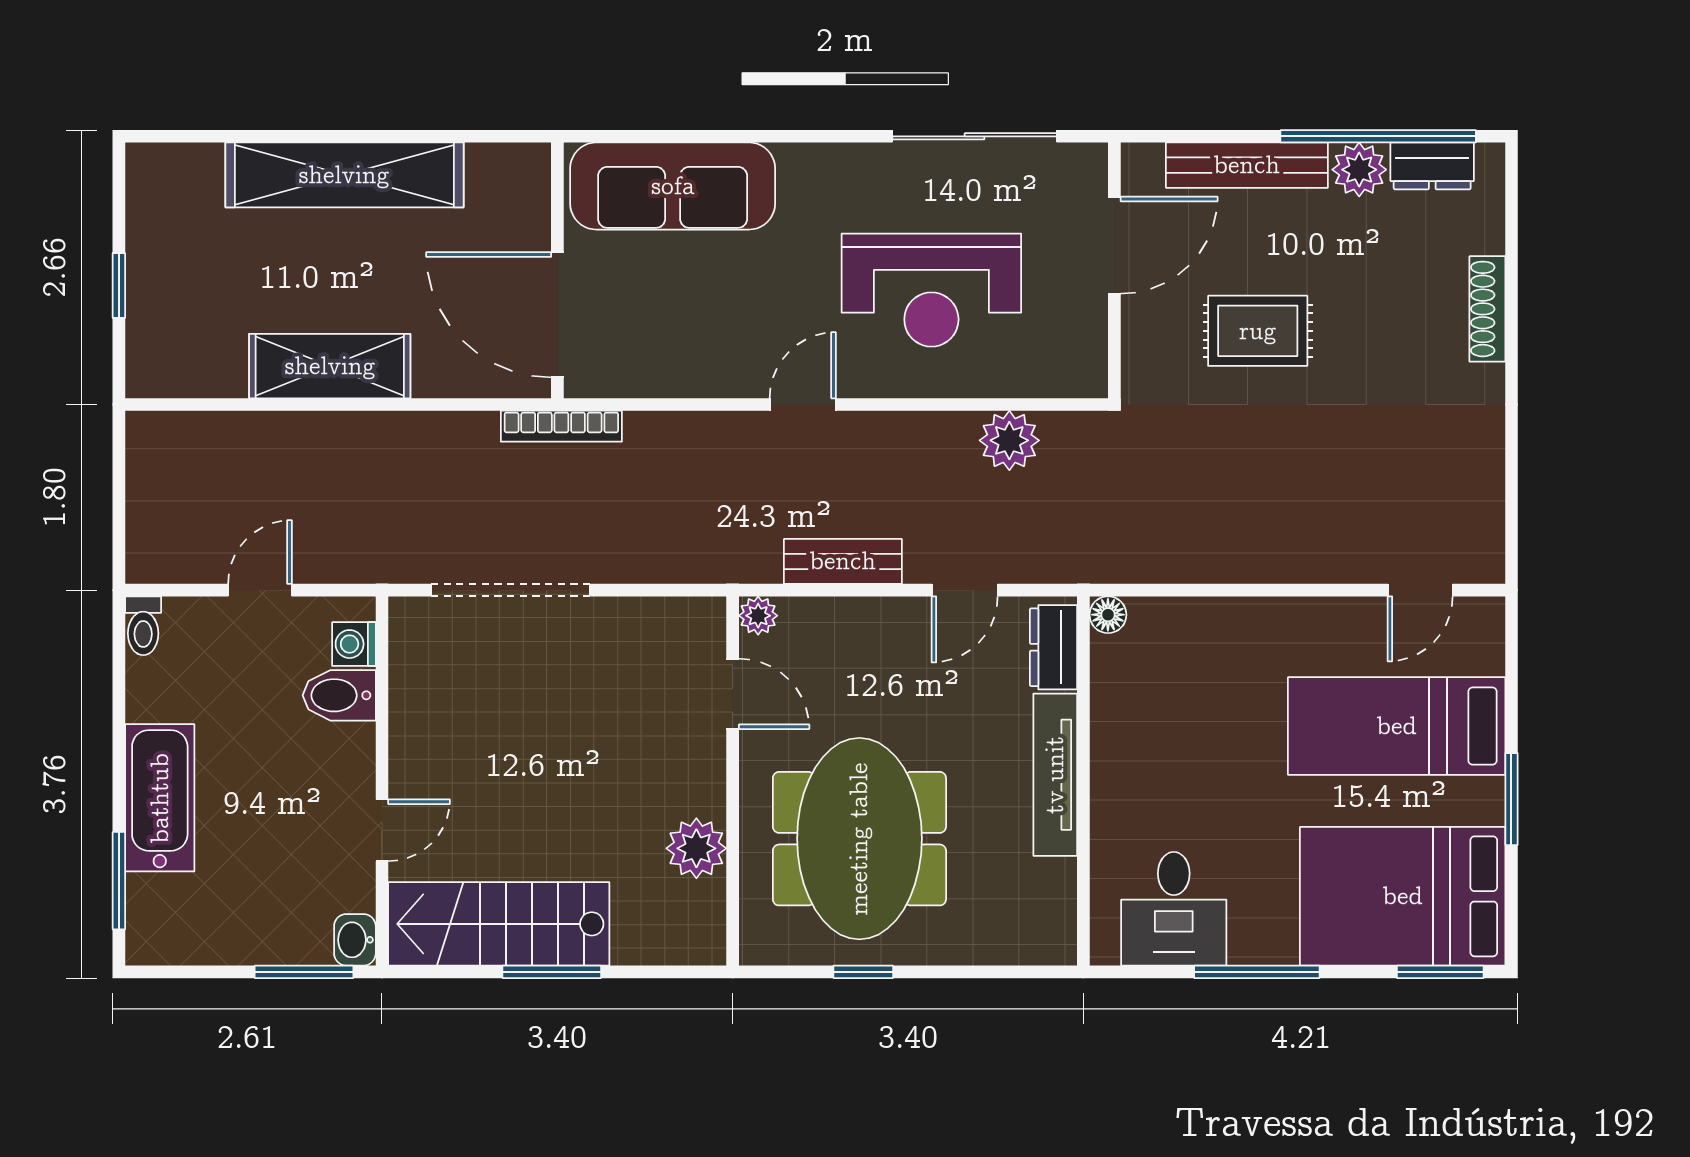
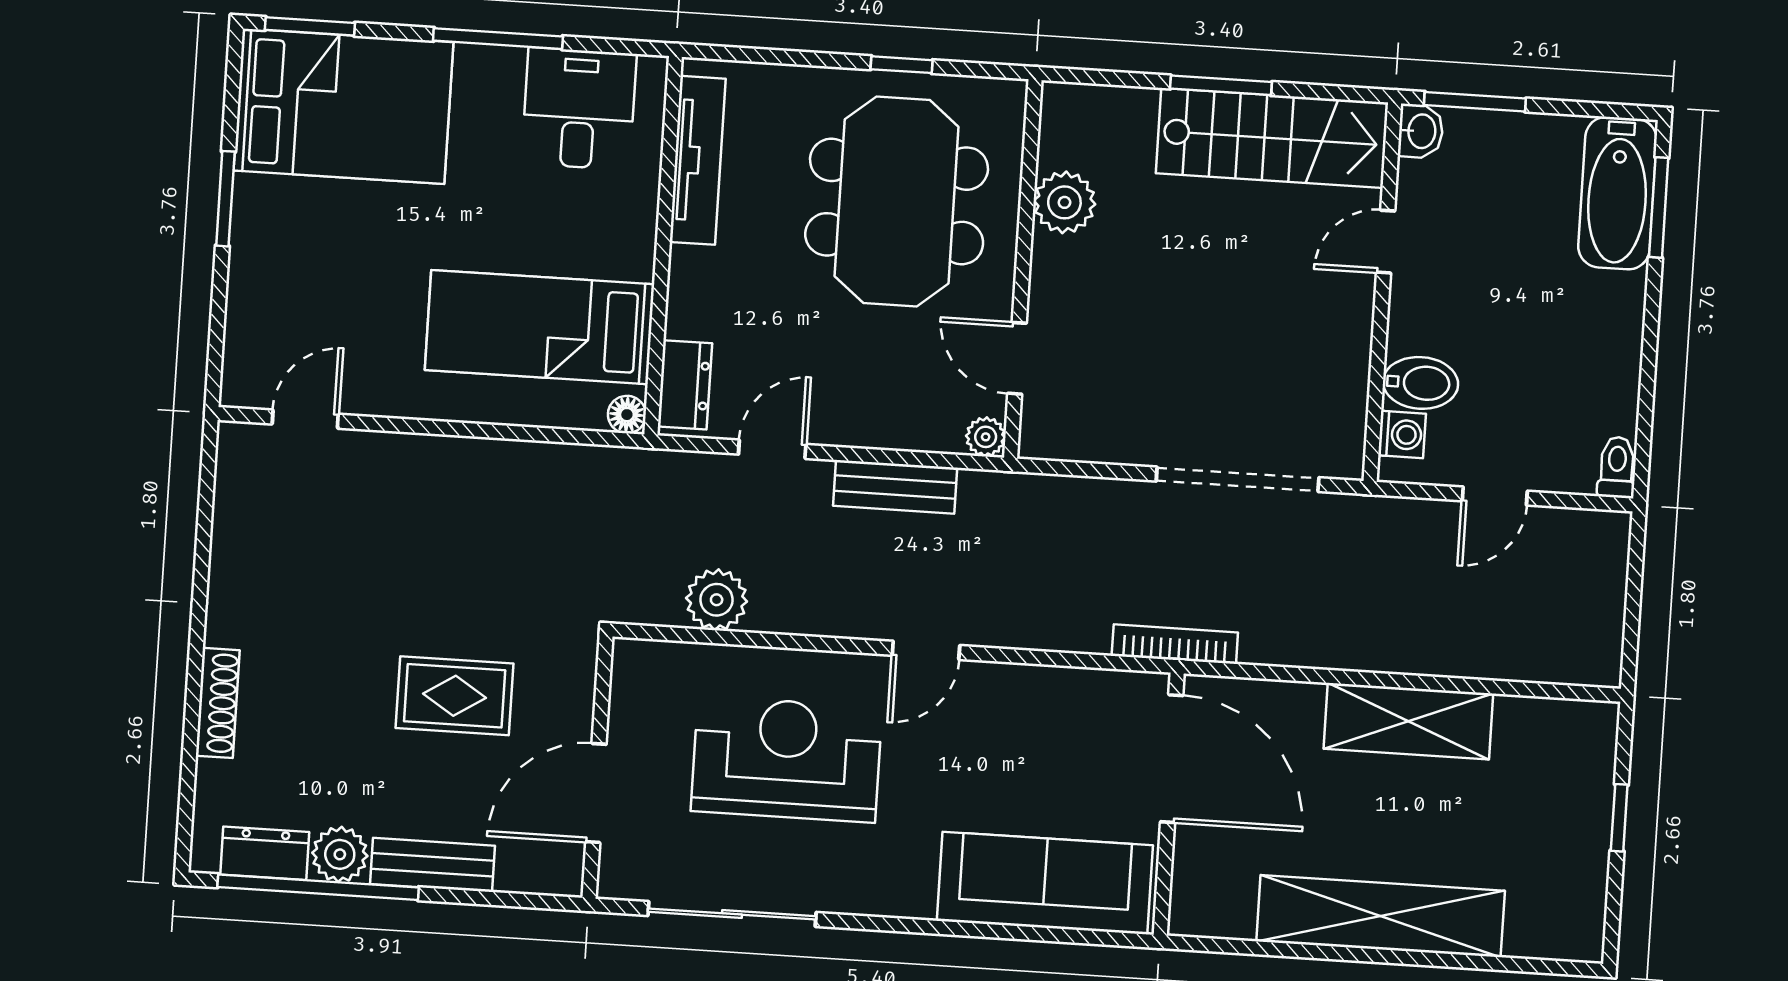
bench: (1247, 165) -> (432, 865), width x0.73
bed: (1397, 726) -> (540, 327), moved, turned 180
tv unit: (1055, 775) -> (698, 160), moved
bathtub: (160, 798) -> (1618, 193), moved

